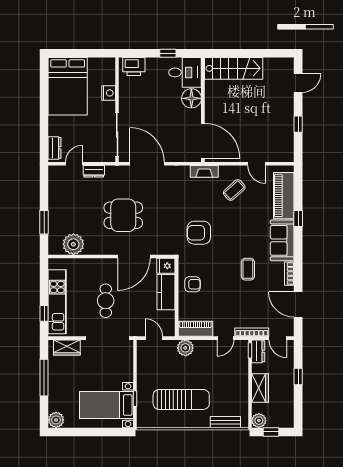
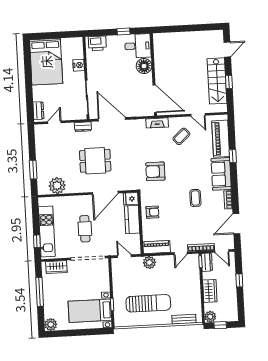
stairs: (234, 68) -> (217, 81), moved, turned 90
dresser: (94, 171) -> (83, 127), moved
door: (298, 304) -> (236, 224), hinge flipped

